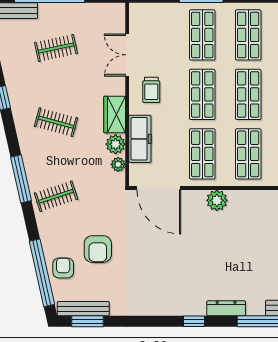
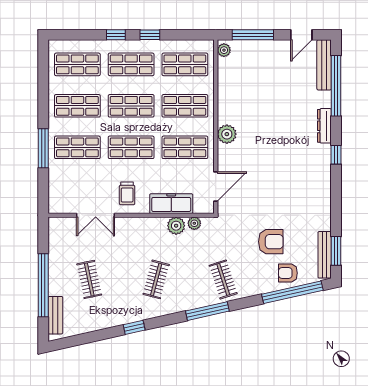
trolley: (151, 90) -> (127, 193), turned 90
wardrobe: (115, 115) -> (149, 226), removed
door: (159, 188) -> (216, 187), width x0.73

